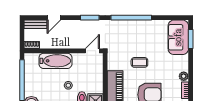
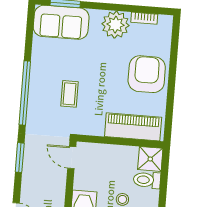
coffee table: (139, 62) -> (70, 94), moved
plant: (184, 76) -> (115, 25), width x1.87, depth x1.87

